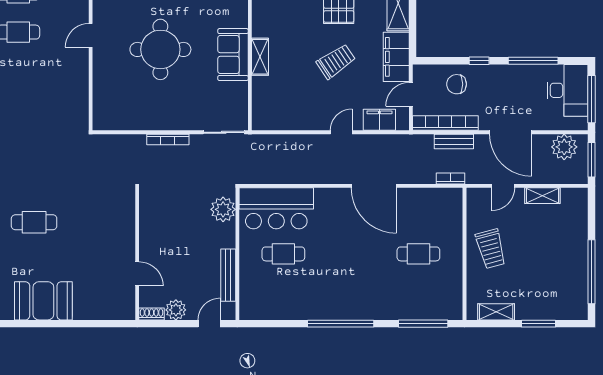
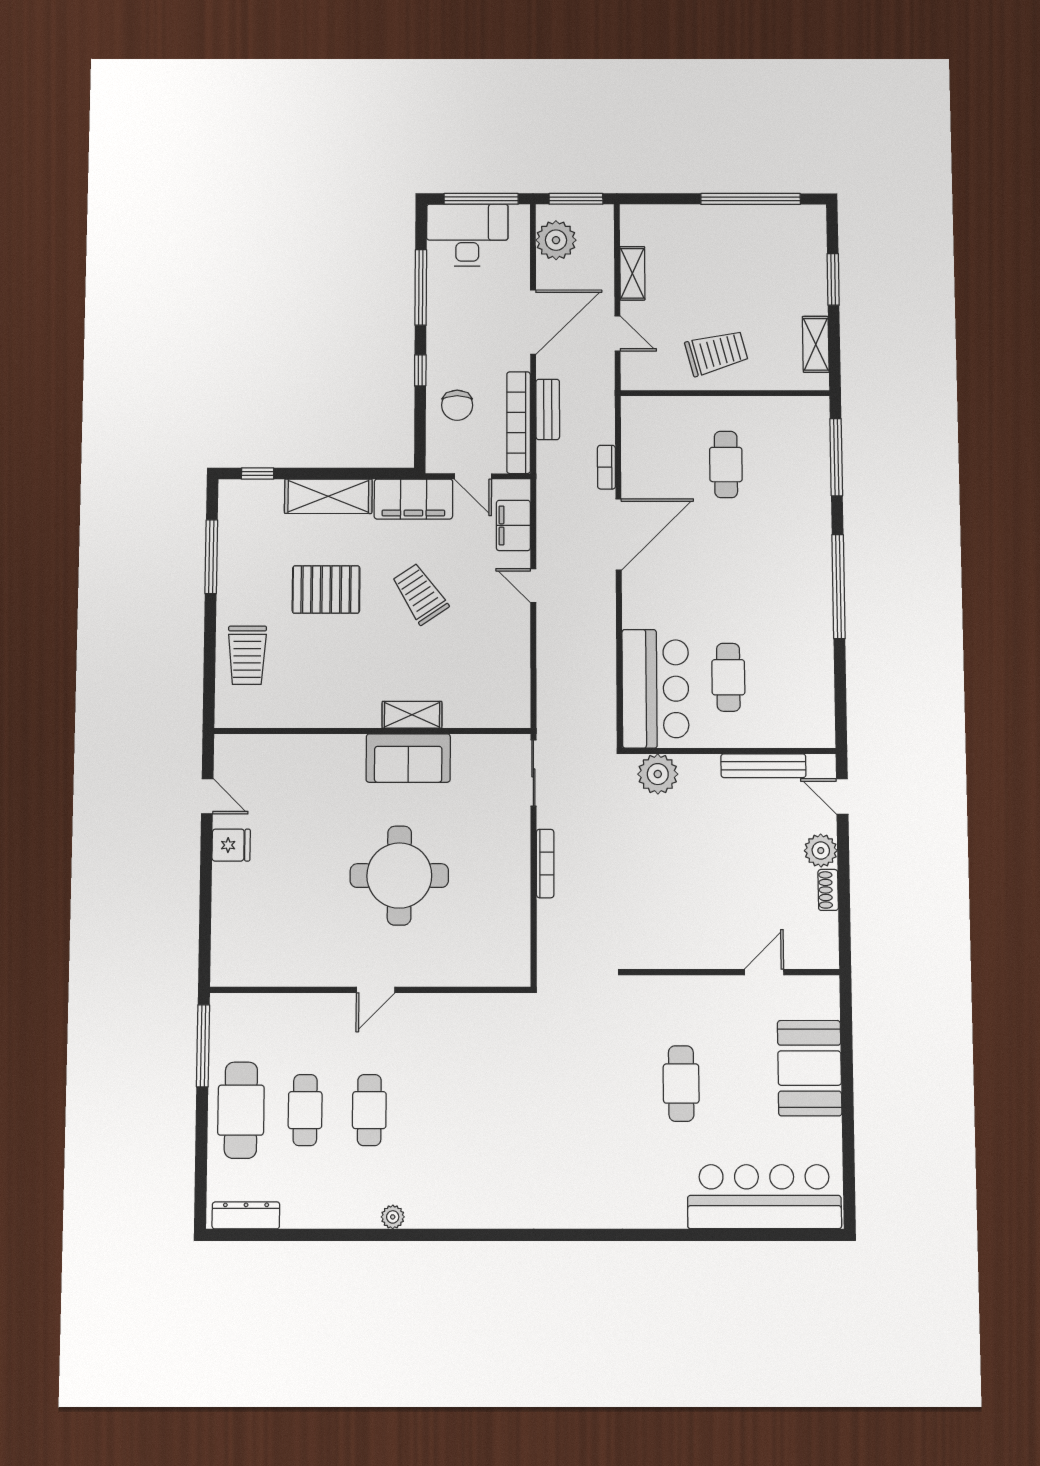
door: (91, 35) -> (376, 990), hinge flipped
bookcase: (451, 179) -> (606, 467), moved
wall: (137, 254) -> (732, 972), moved
door: (137, 274) -> (764, 972), moved

